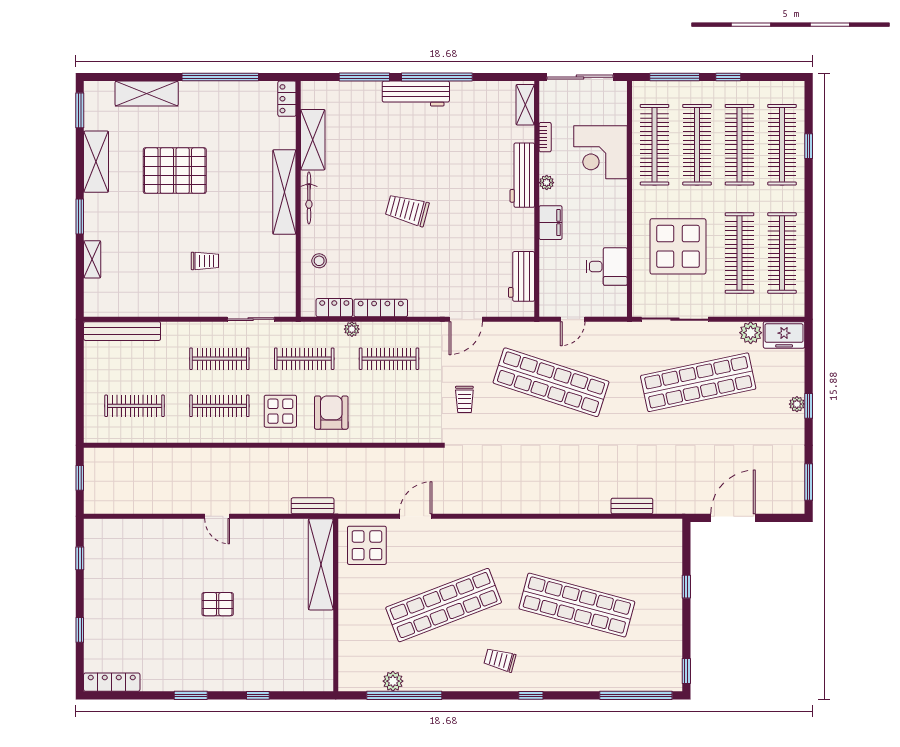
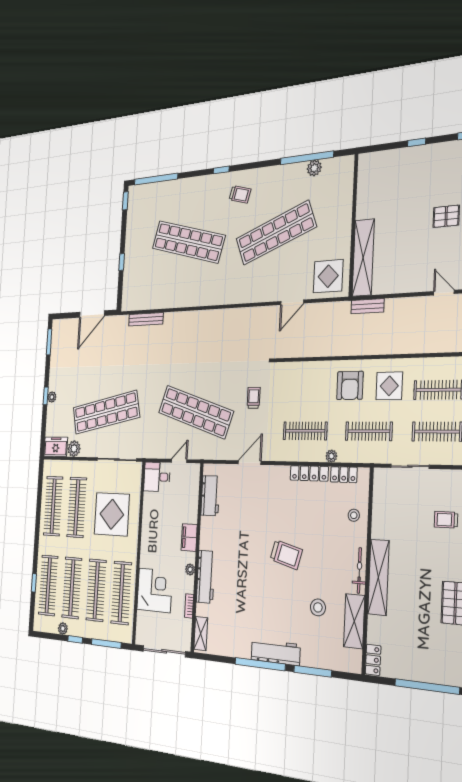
plant: (751, 89) -> (63, 629), added
stool: (361, 151) -> (318, 607), added
desk: (607, 267) -> (157, 477), moved
bench: (632, 506) -> (146, 319), width x1.36

